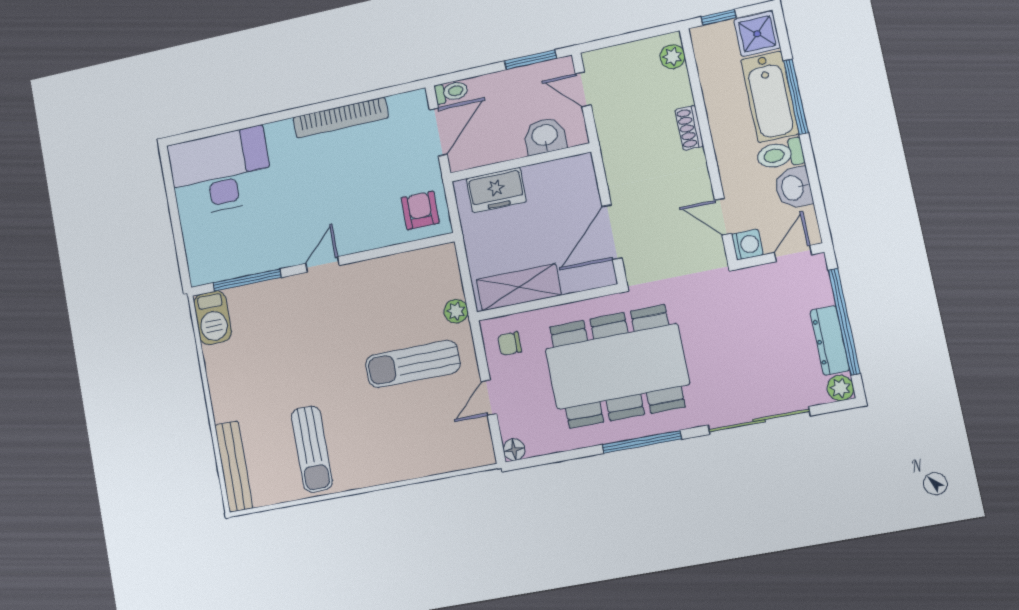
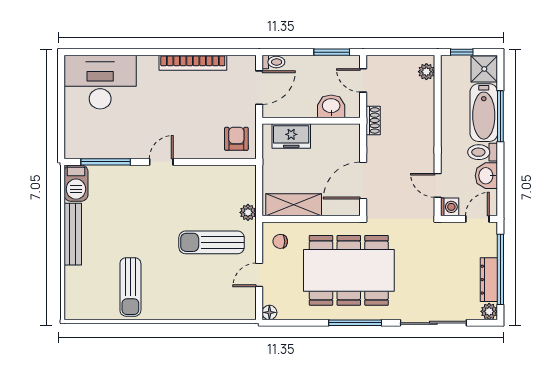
shoe rack: (689, 128) -> (373, 120), moved, turned 180
bench: (234, 466) -> (73, 234), moved

